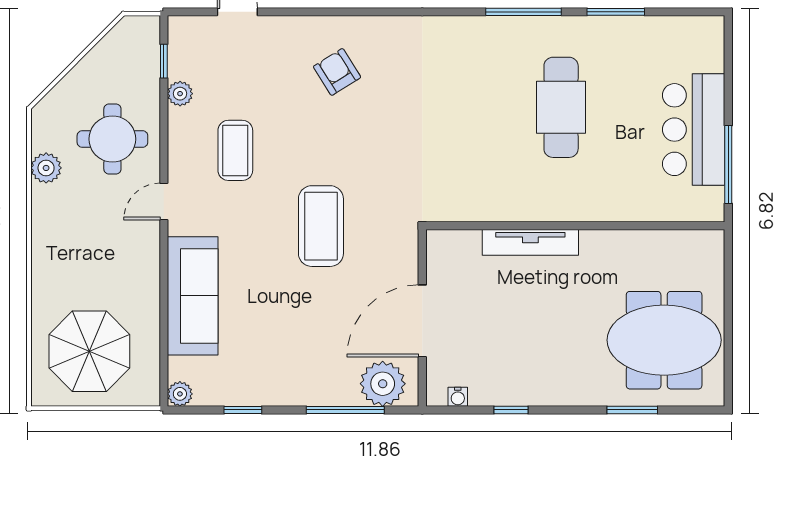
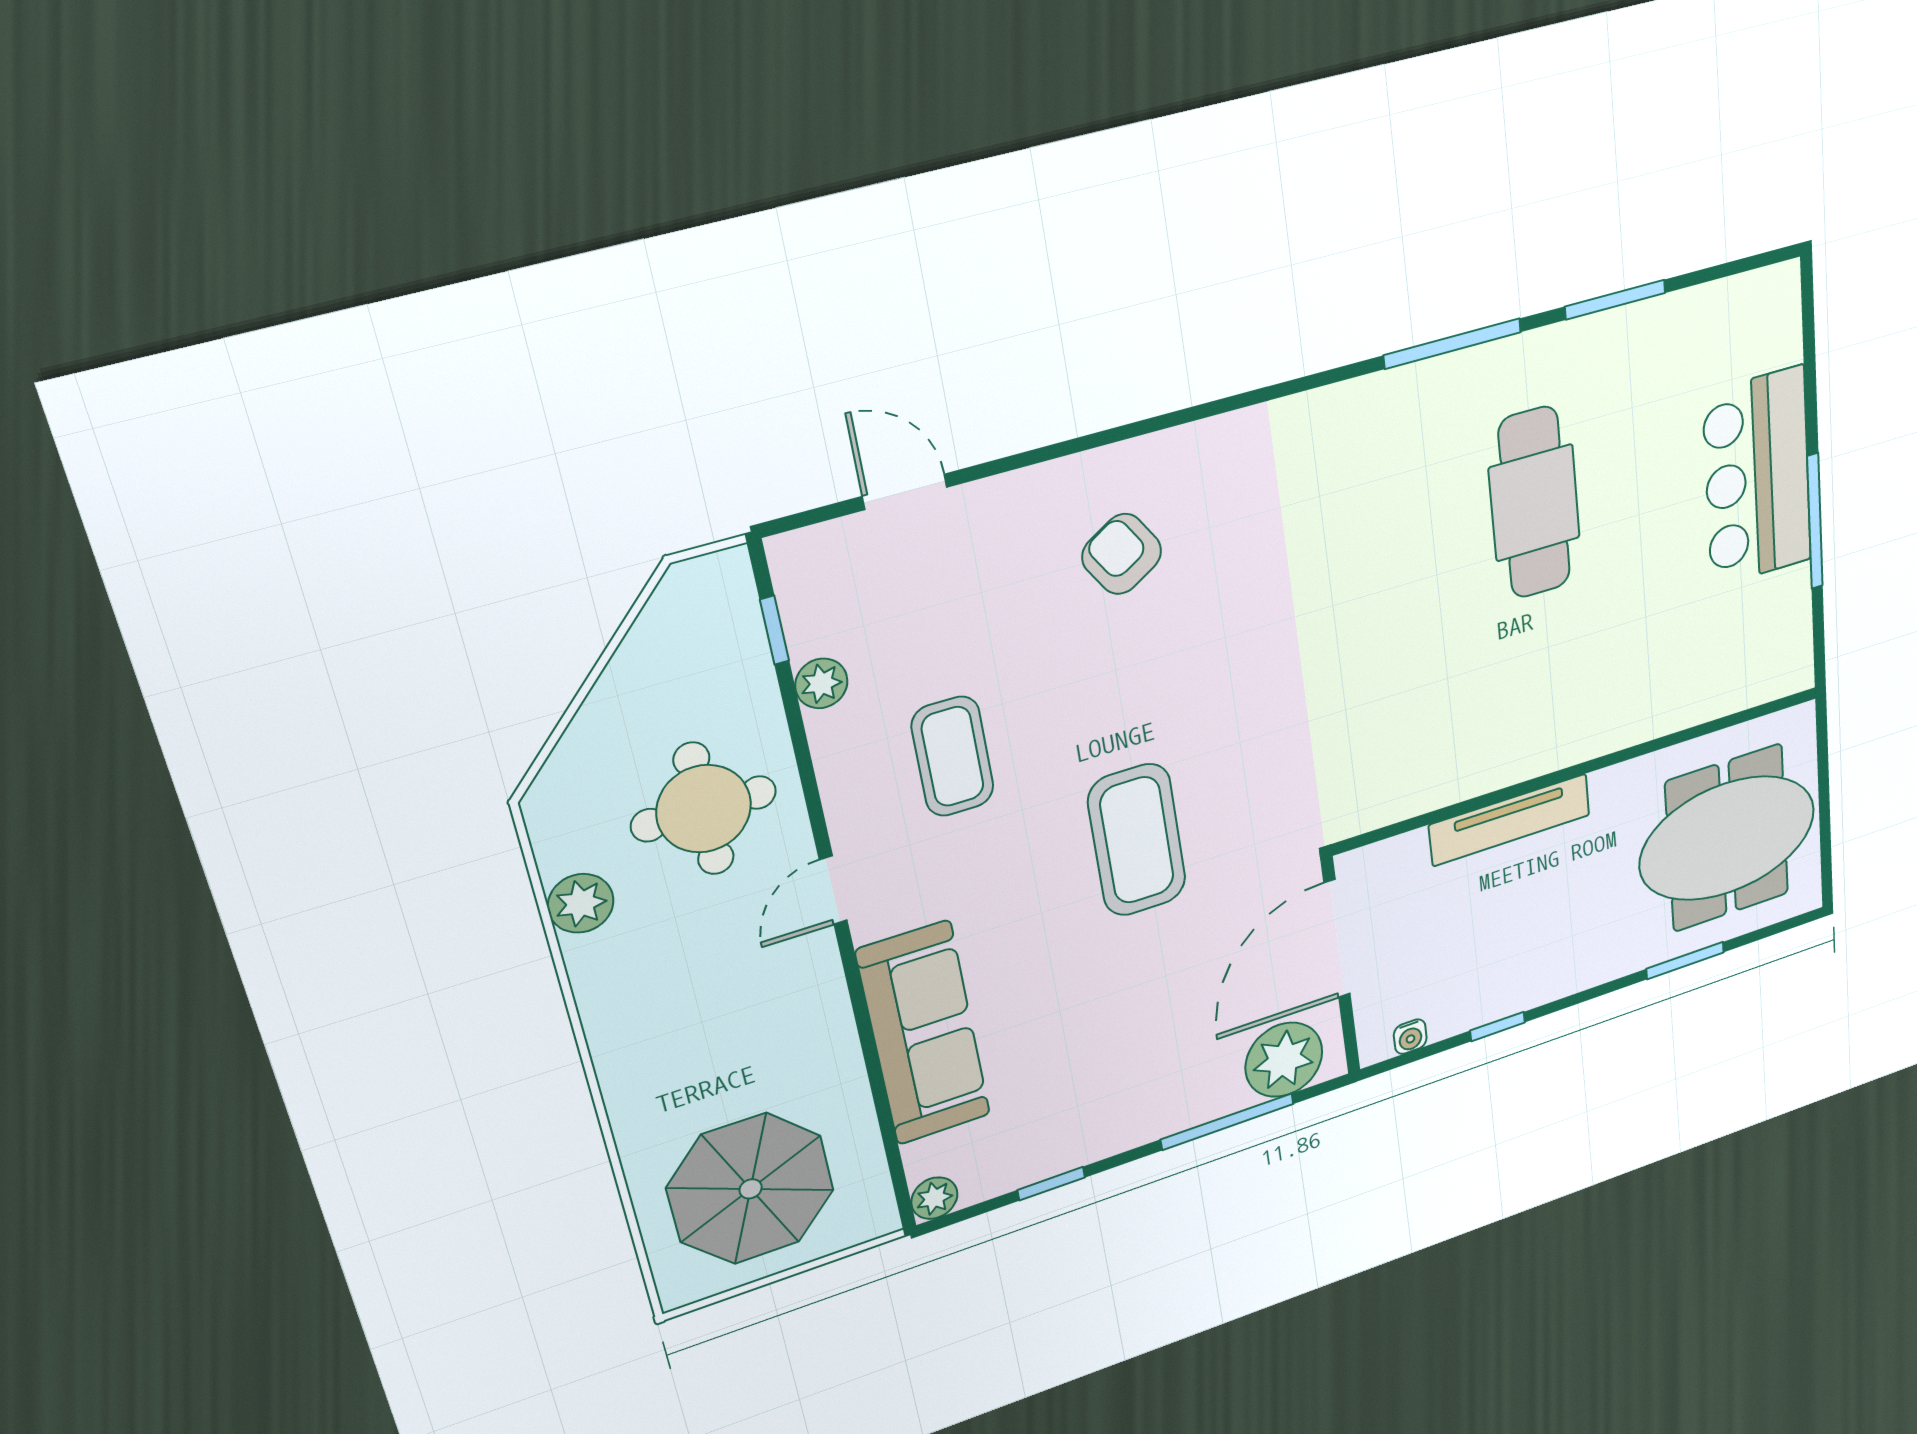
wall: (575, 226) -> (1580, 769), moved
tv unit: (530, 242) -> (1510, 820), moved

